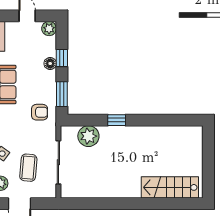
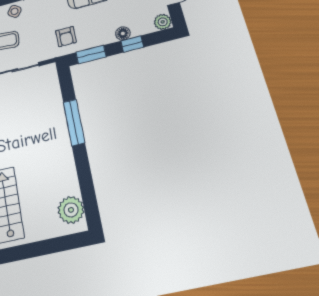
window: (117, 120) -> (74, 122), width x2.17
plant: (88, 136) -> (71, 210), moved

